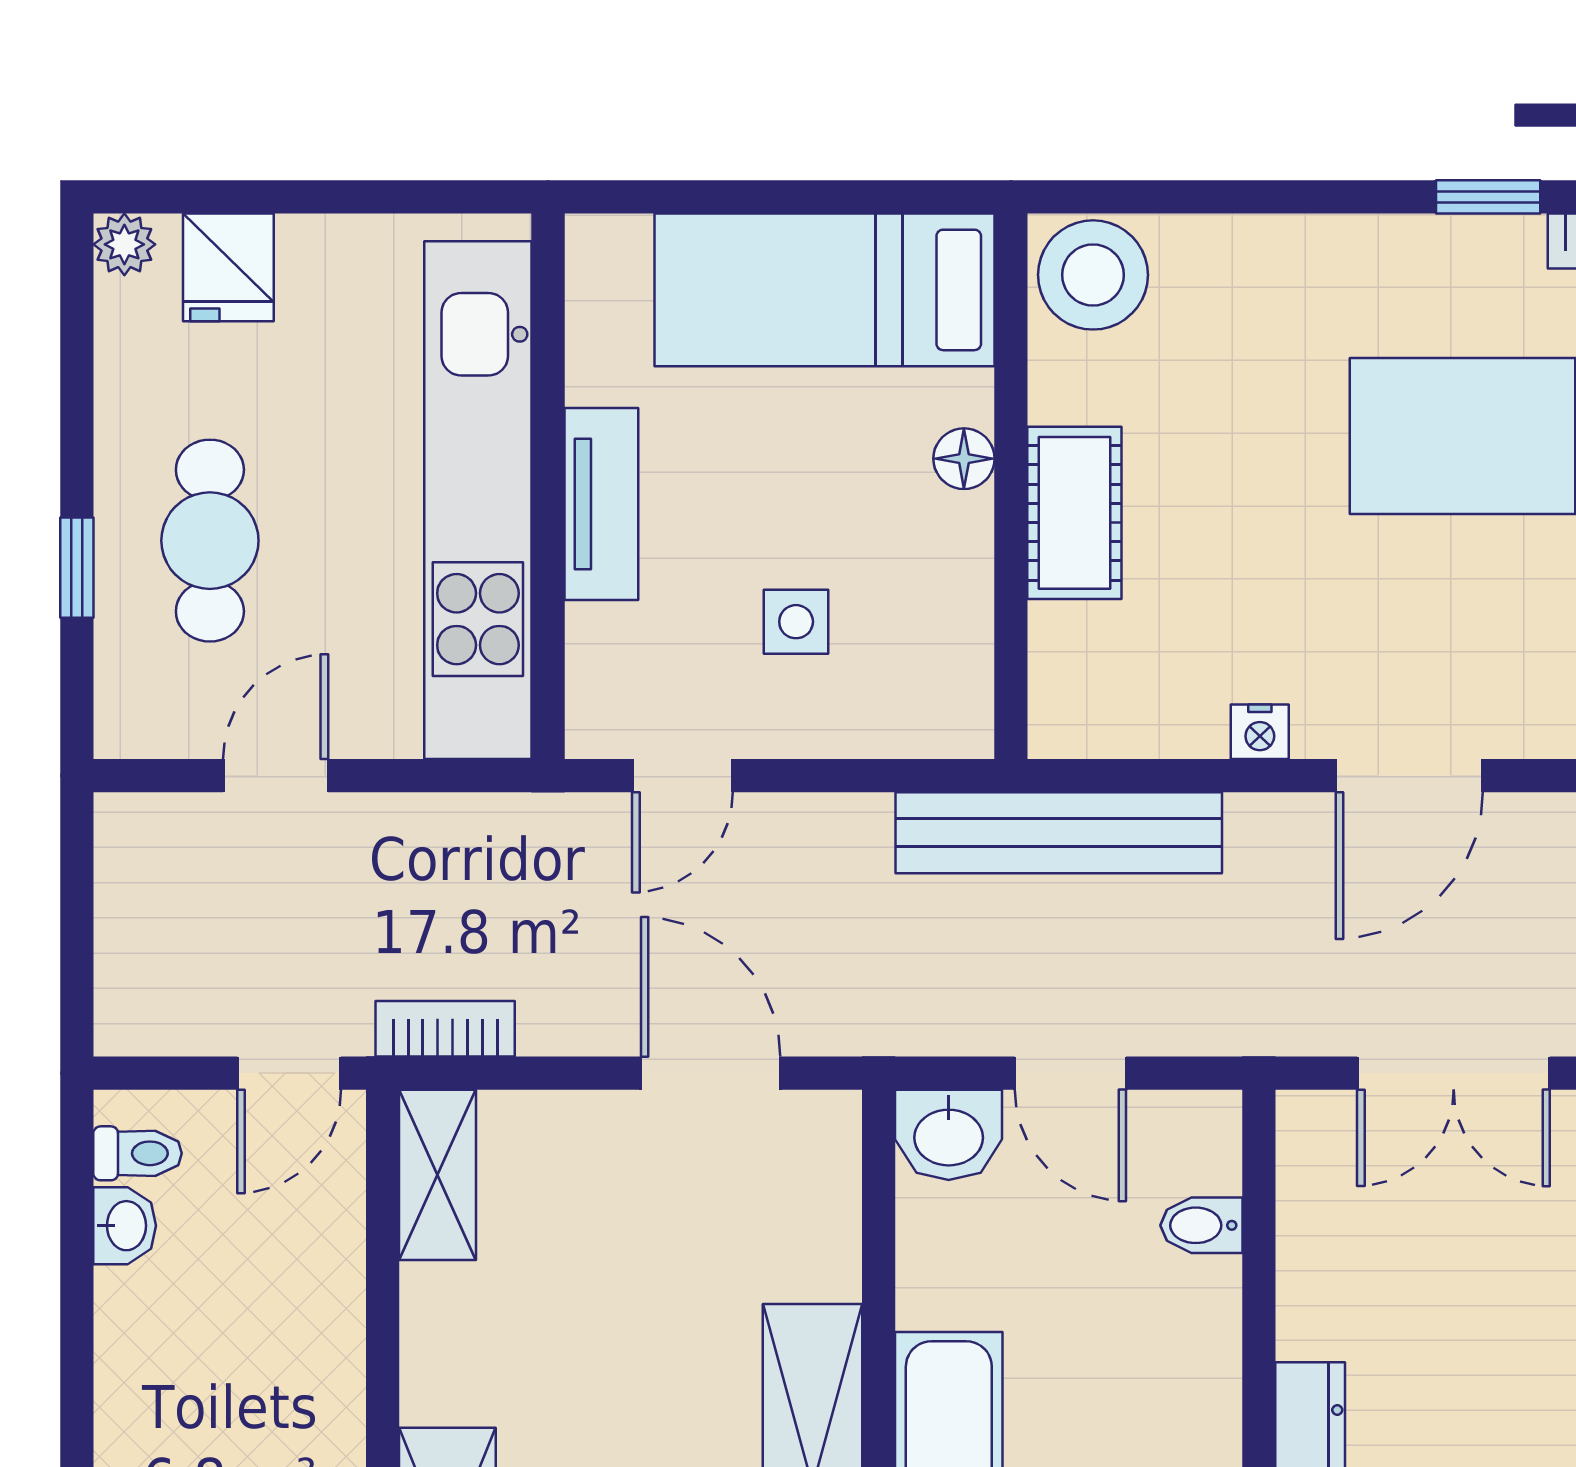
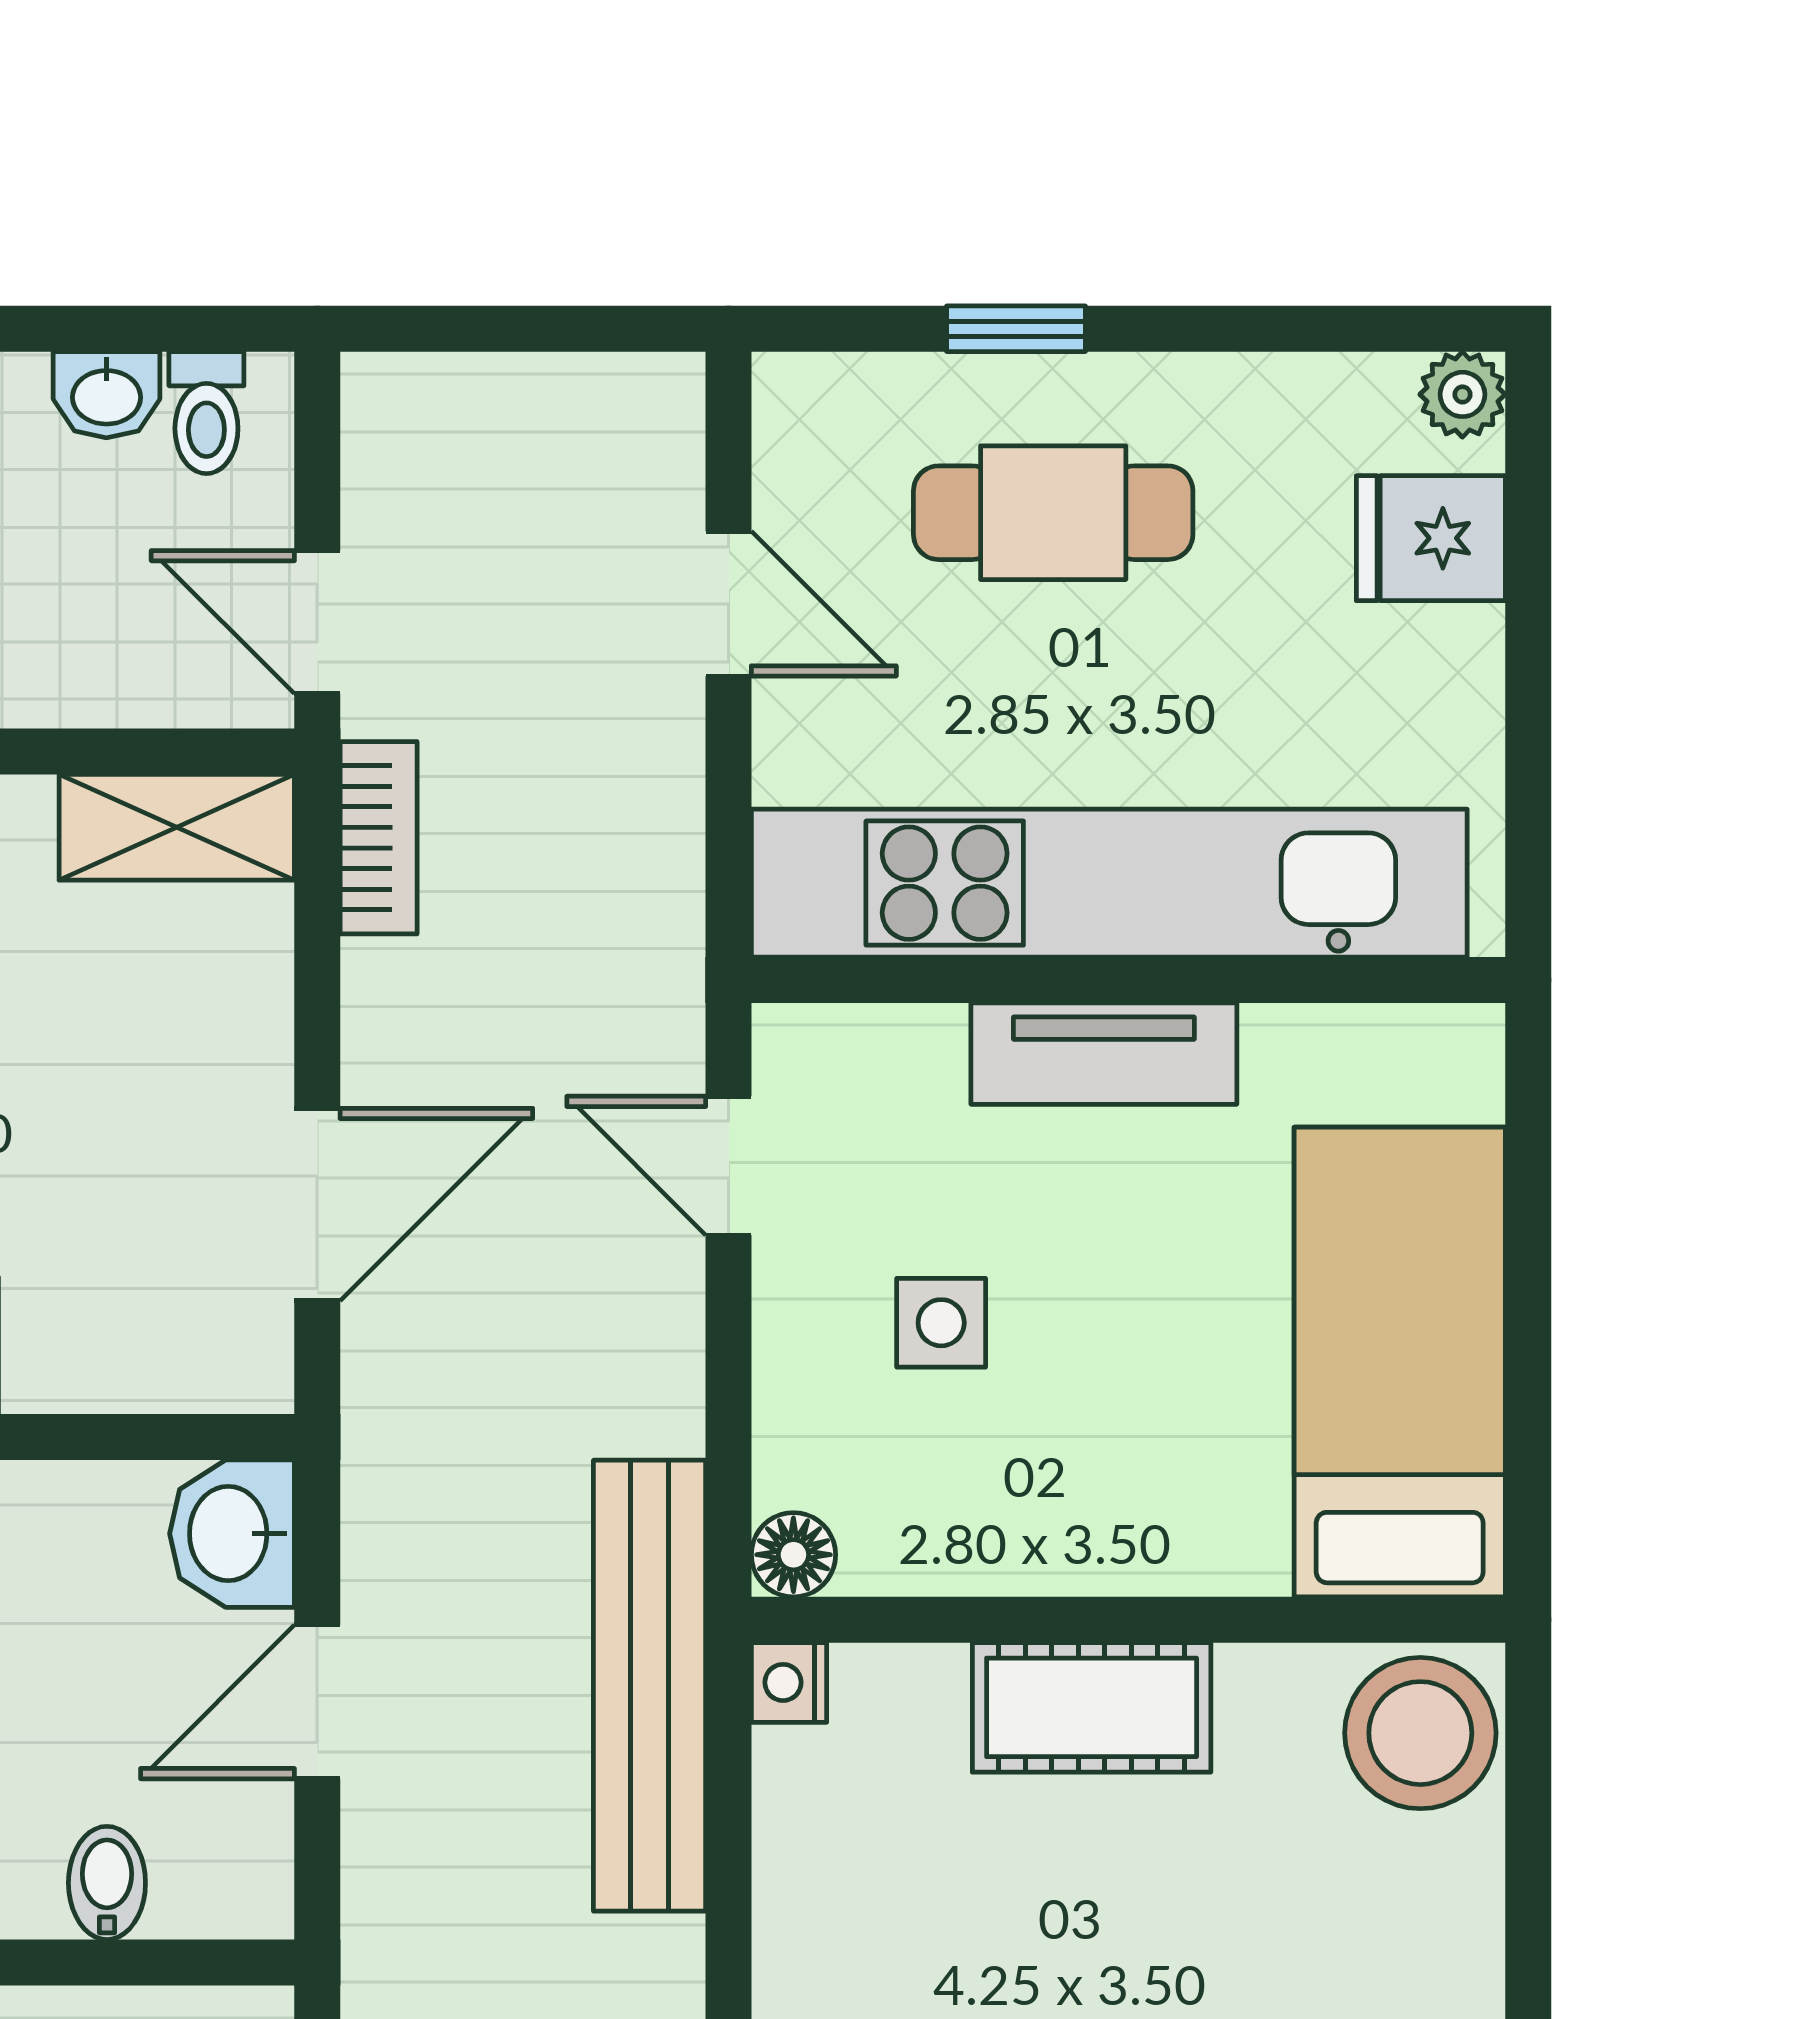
floor lamp: (964, 459) -> (793, 1555), moved
nightstand: (1260, 732) -> (789, 1682), moved

